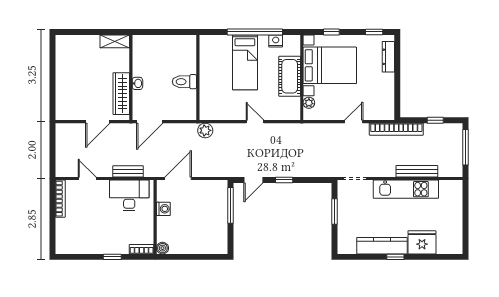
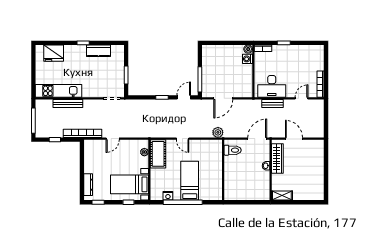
bed with nightstands: (330, 65) -> (130, 184), width x0.73
cot: (290, 76) -> (158, 154), moved
toilet: (184, 82) -> (233, 150), moved
door: (98, 122) -> (294, 139), hinge flipped
door: (87, 179) -> (302, 98), swing flipped
door: (178, 179) -> (223, 98), moved
kitchen unit: (406, 189) -> (58, 91), moved
washing machine: (163, 209) -> (248, 59), moved
fridge: (422, 242) -> (54, 53), moved
kitchen counter: (382, 246) -> (99, 51), width x0.67

